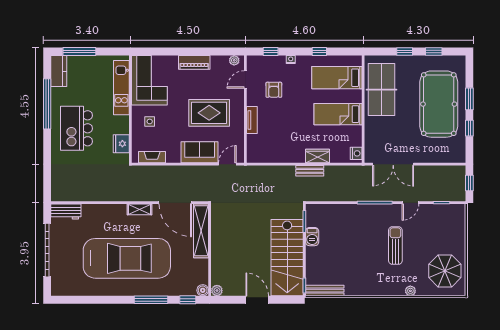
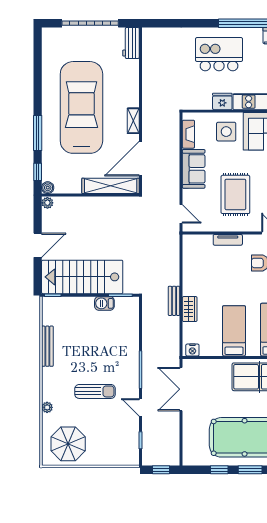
side table: (150, 121) -> (226, 132), width x1.87, depth x1.87
fridge: (121, 144) -> (222, 101), moved
sofa: (200, 152) -> (194, 169), moved
car: (127, 258) -> (81, 107), turned 180
bench: (325, 291) -> (47, 346), moved

